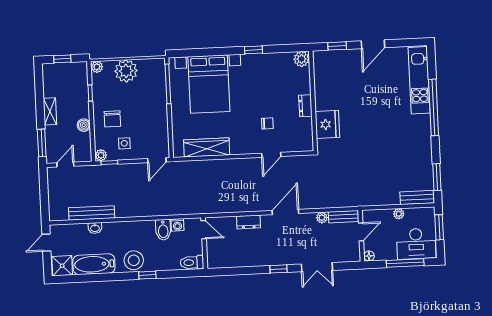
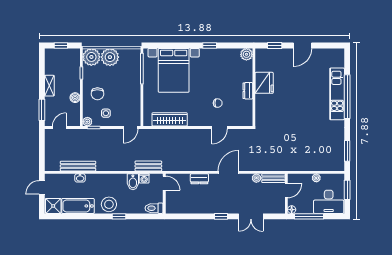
plant: (97, 67) -> (91, 57), width x1.88, depth x1.88
kitchen unit: (419, 80) -> (337, 94), moved
fridge: (327, 124) -> (264, 83), moved
bench: (417, 197) -> (148, 166), moved
window: (405, 263) -> (309, 216), moved

